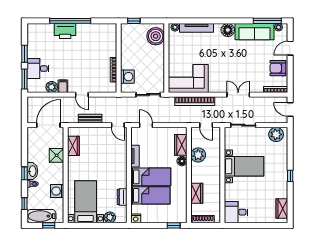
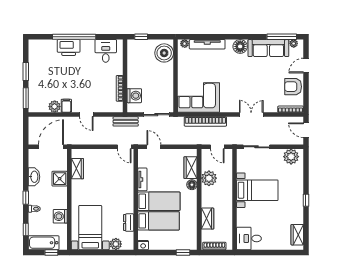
desk: (38, 69) -> (106, 51), moved, turned 90
bench: (90, 119) -> (126, 121), moved
washbasin: (32, 171) -> (34, 177), moved

